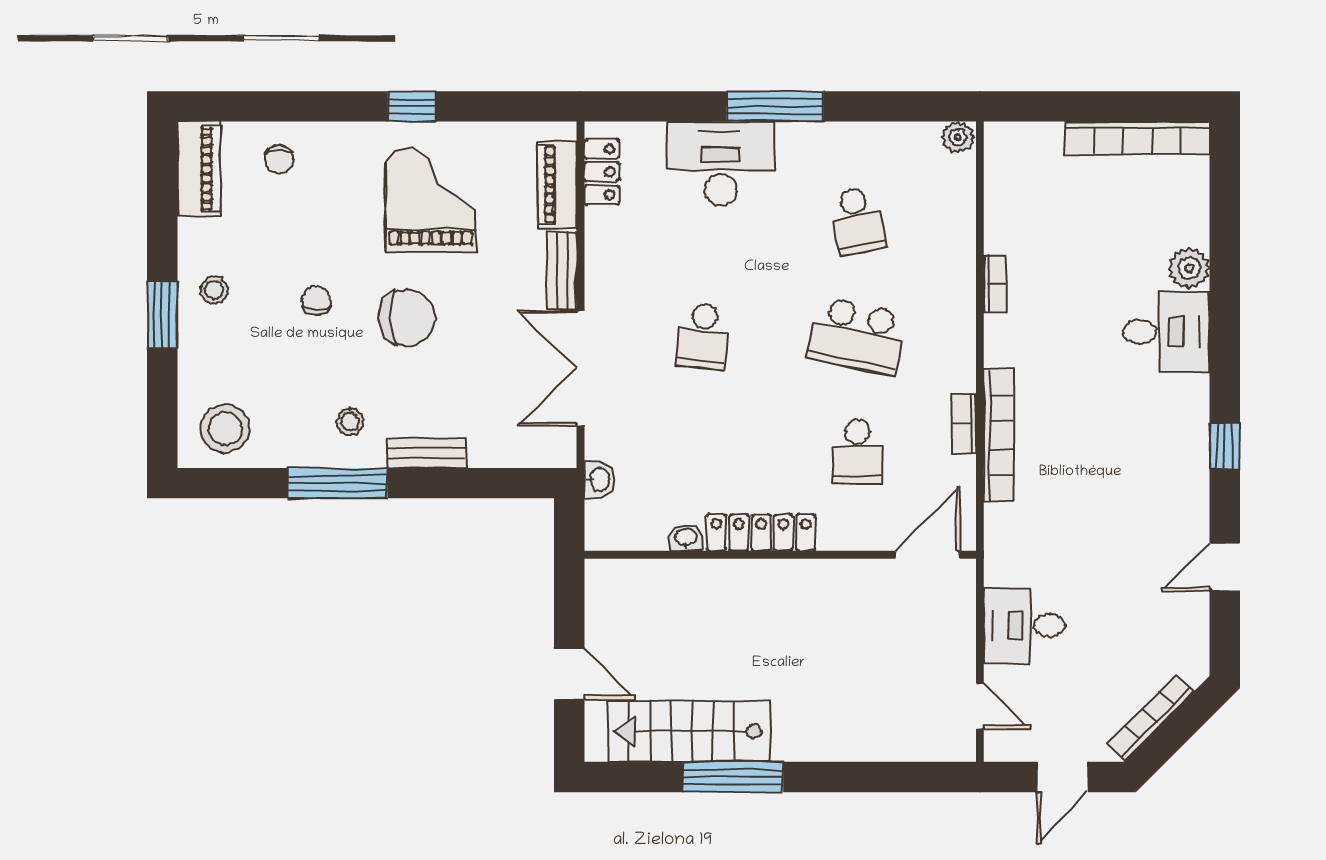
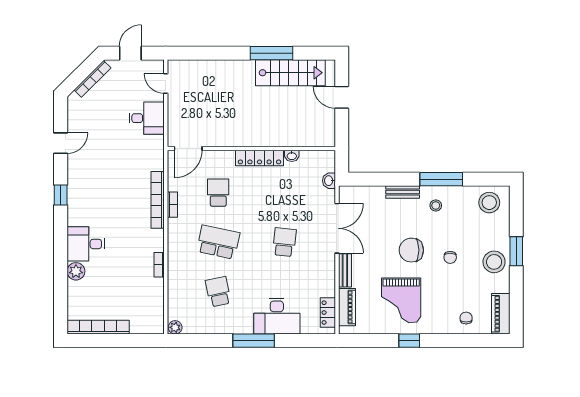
stool: (214, 290) -> (494, 262), width x1.89, depth x1.89

